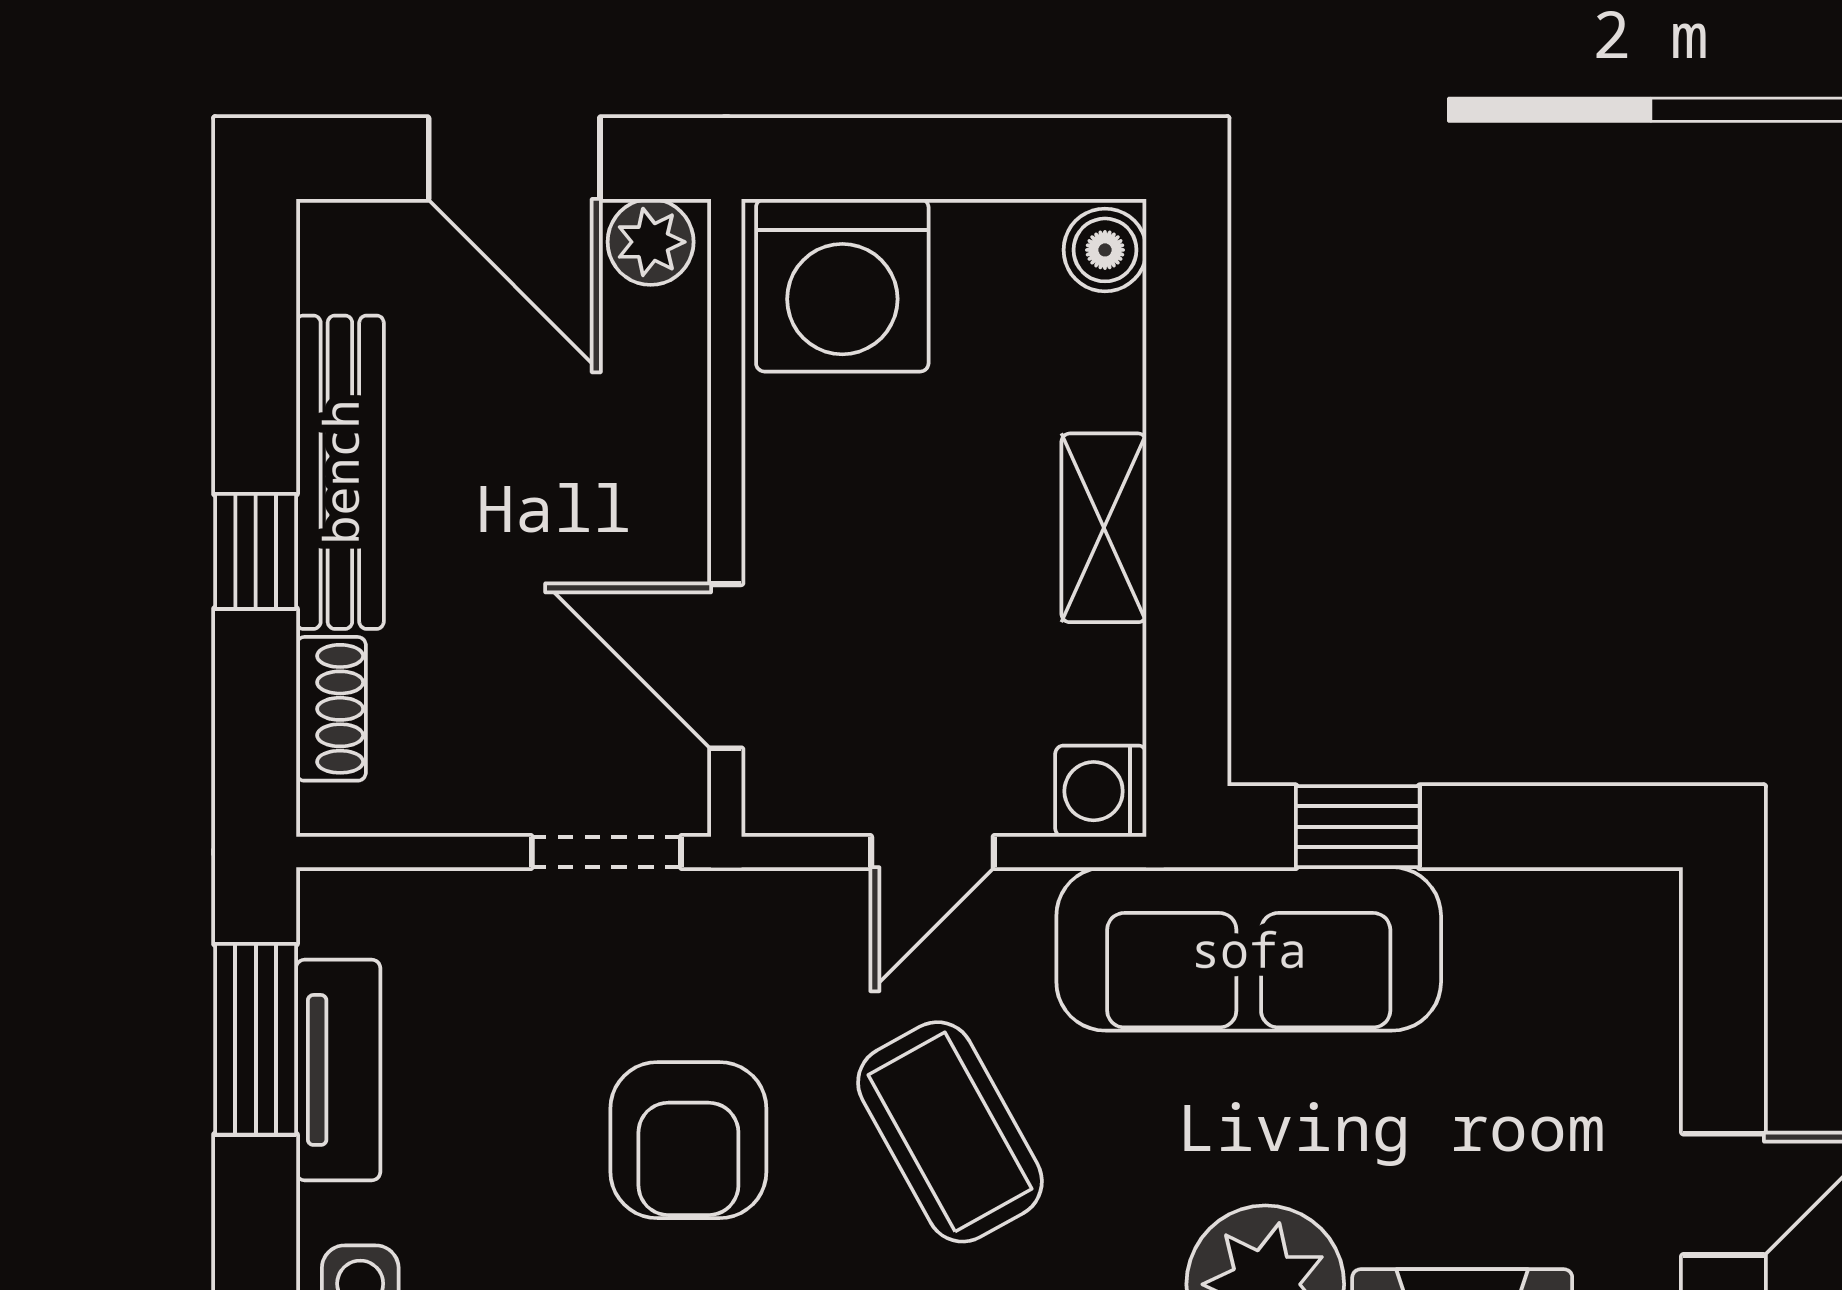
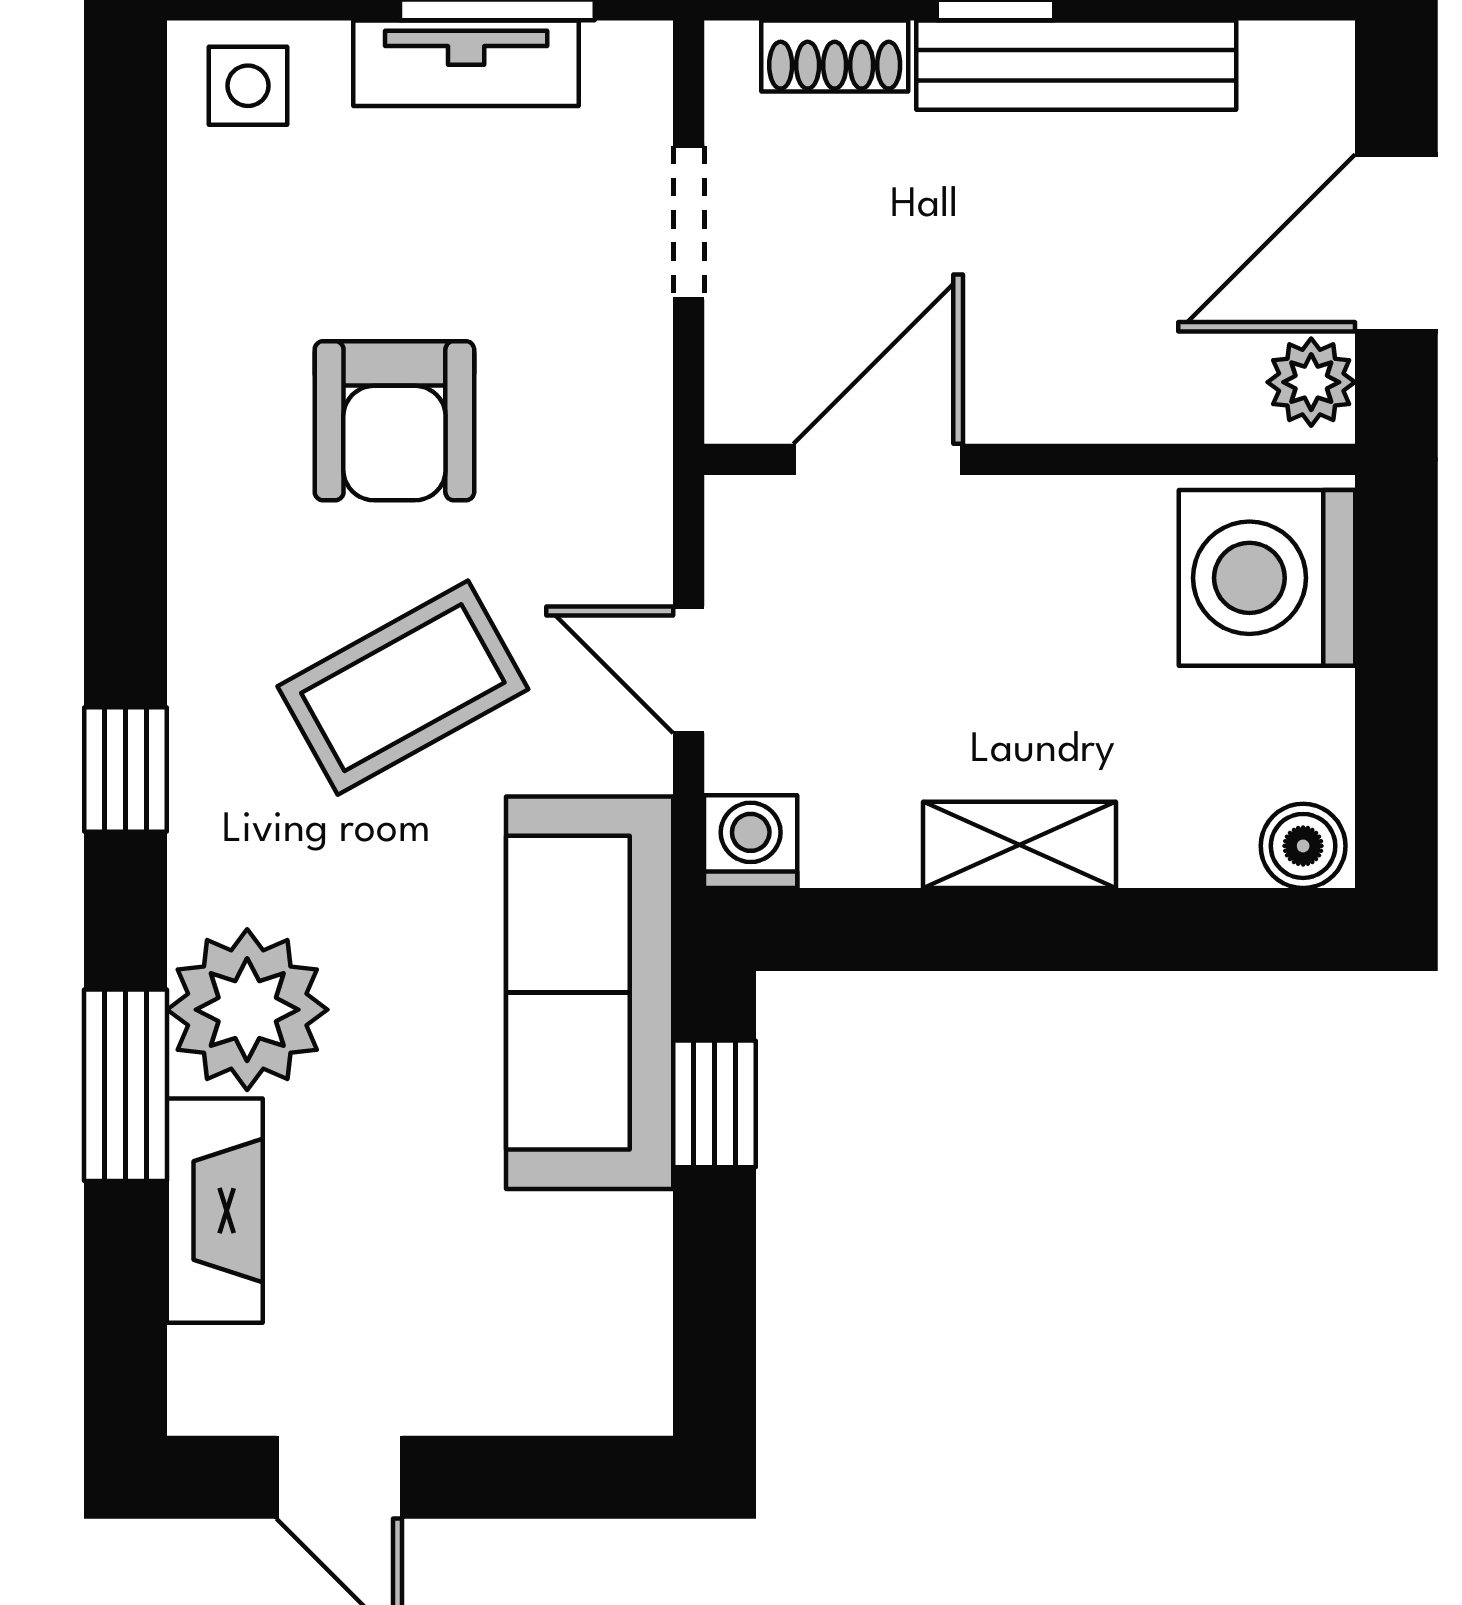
doorway: (606, 852) -> (689, 223), moved
armchair: (688, 1140) -> (394, 421), turned -90

